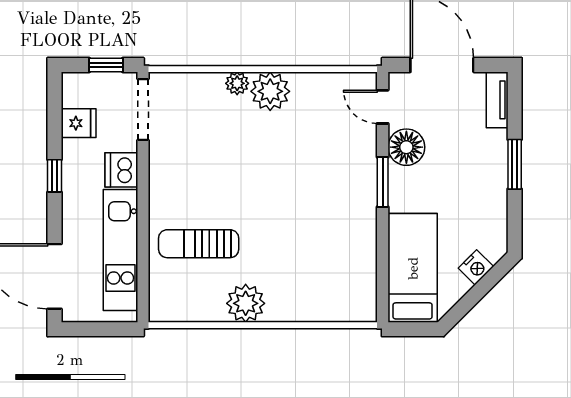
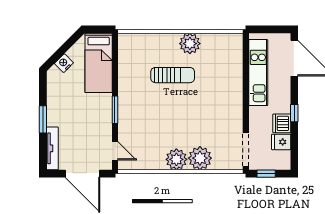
plant: (237, 83) -> (200, 158), width x1.88, depth x1.88
tv unit: (497, 100) -> (52, 148), width x1.41
floor lamp: (406, 147) -> (102, 129), removed
dishwasher: (121, 170) -> (282, 123), moved, turned 180
sun lounger: (199, 244) -> (173, 75), moved

